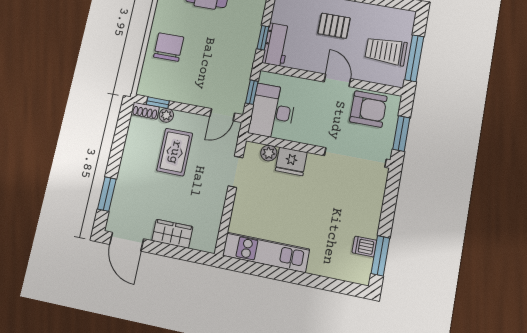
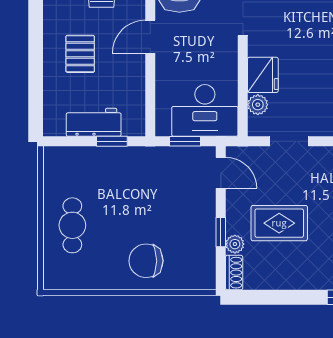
workbench: (276, 45) -> (94, 122), moved
window: (158, 103) -> (221, 232), moved

